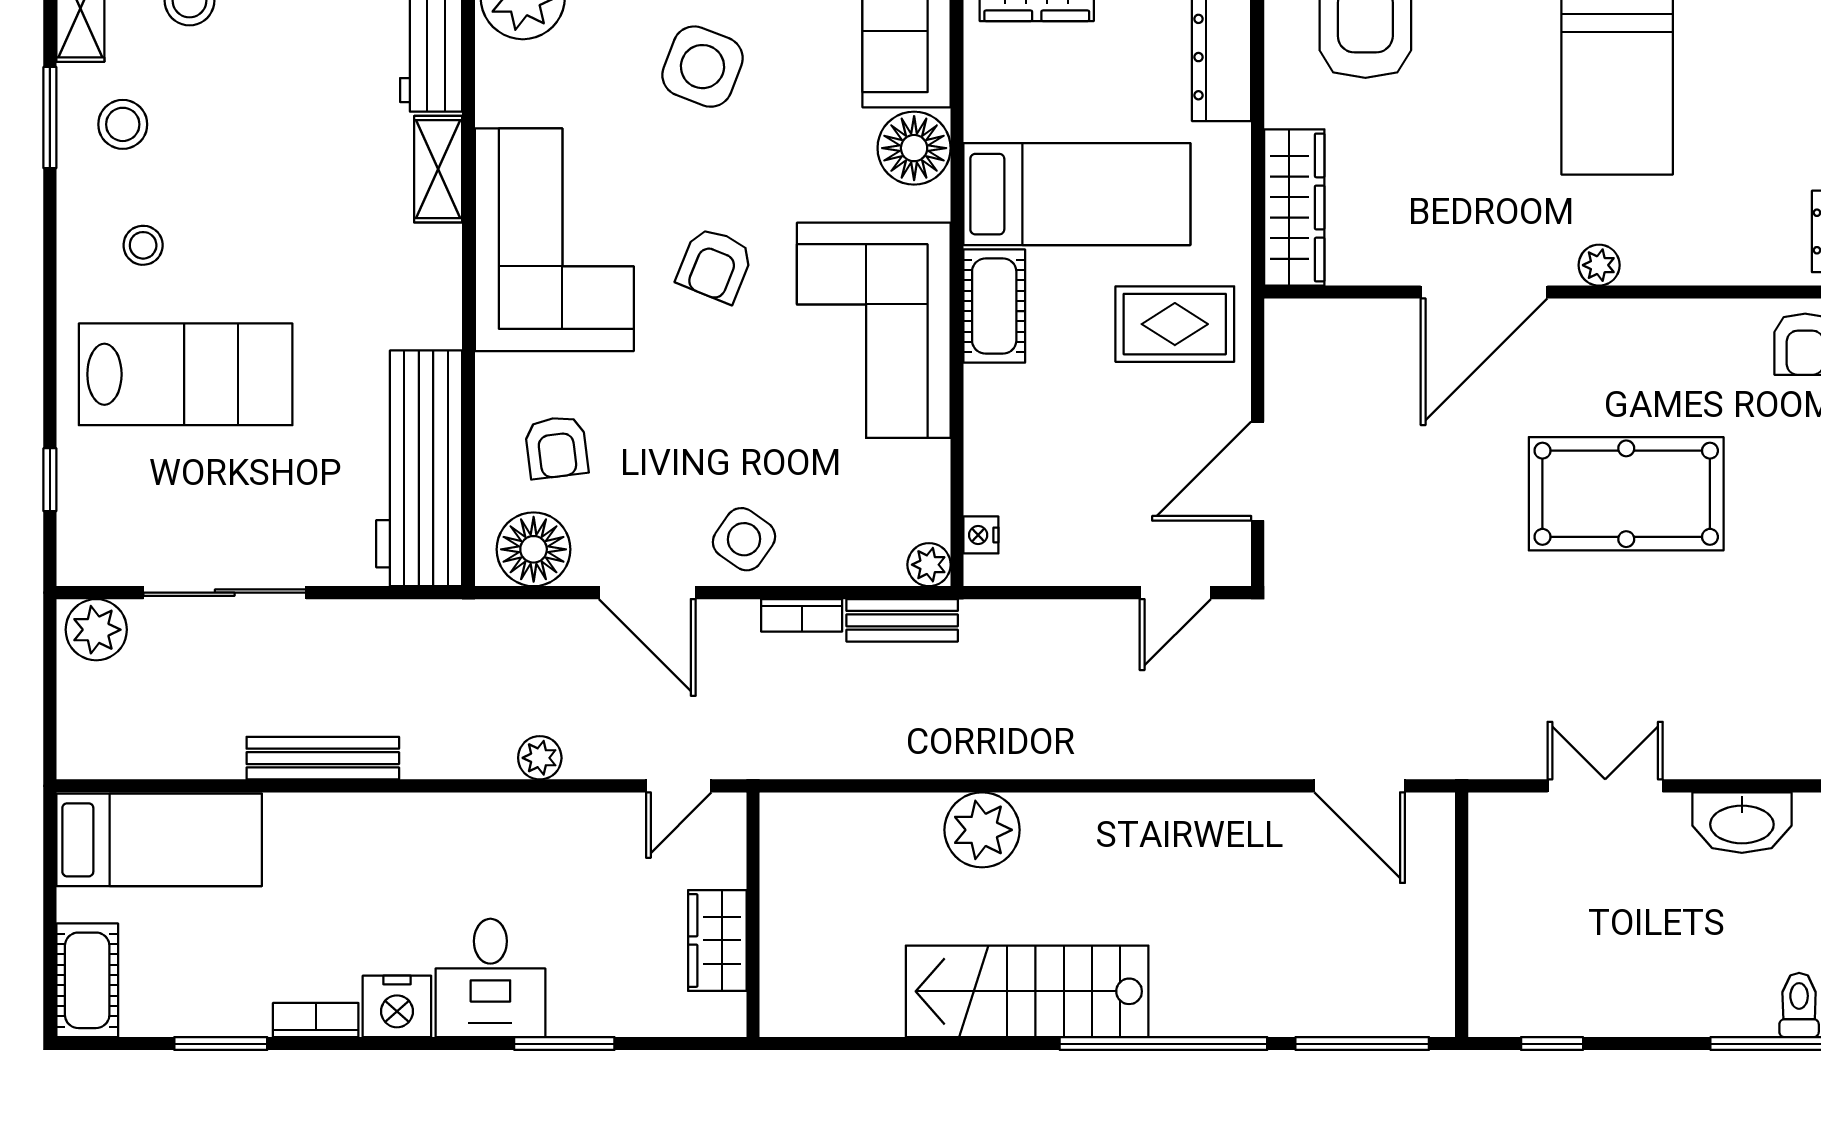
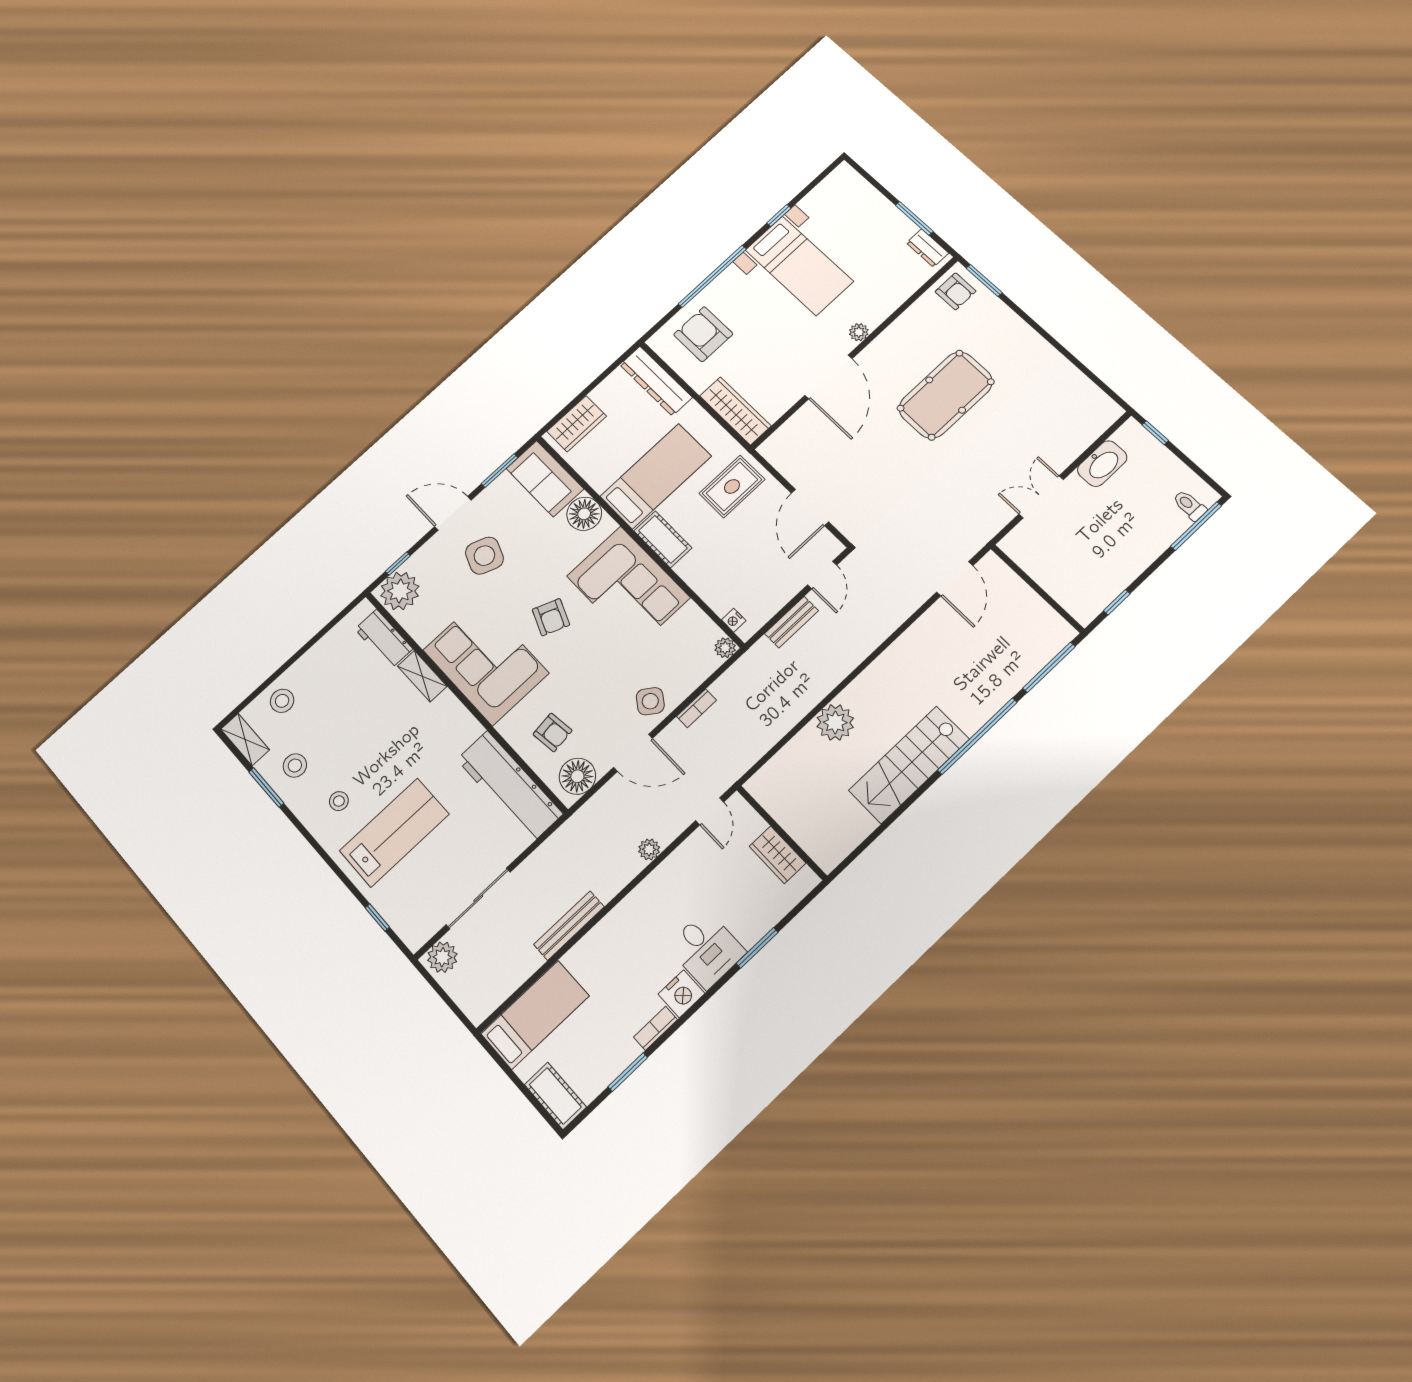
bench: (902, 620) -> (792, 622), moved
door: (1360, 786) -> (955, 579), hinge flipped

